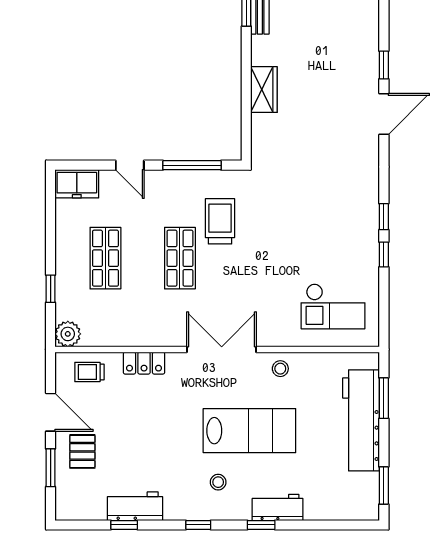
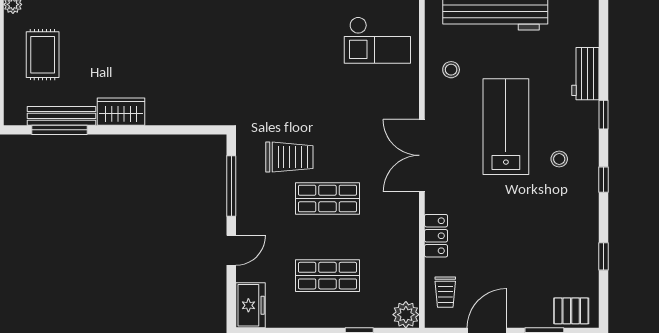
wardrobe: (264, 90) -> (121, 112), moved
trolley: (220, 221) -> (289, 157), turned 180
checkout: (333, 306) -> (377, 40), turned 90
stool: (280, 369) -> (451, 70), moved
pallet: (82, 451) -> (571, 311), moved
workbench: (135, 506) -> (584, 245), removed
workbench: (278, 507) -> (585, 74), moved

